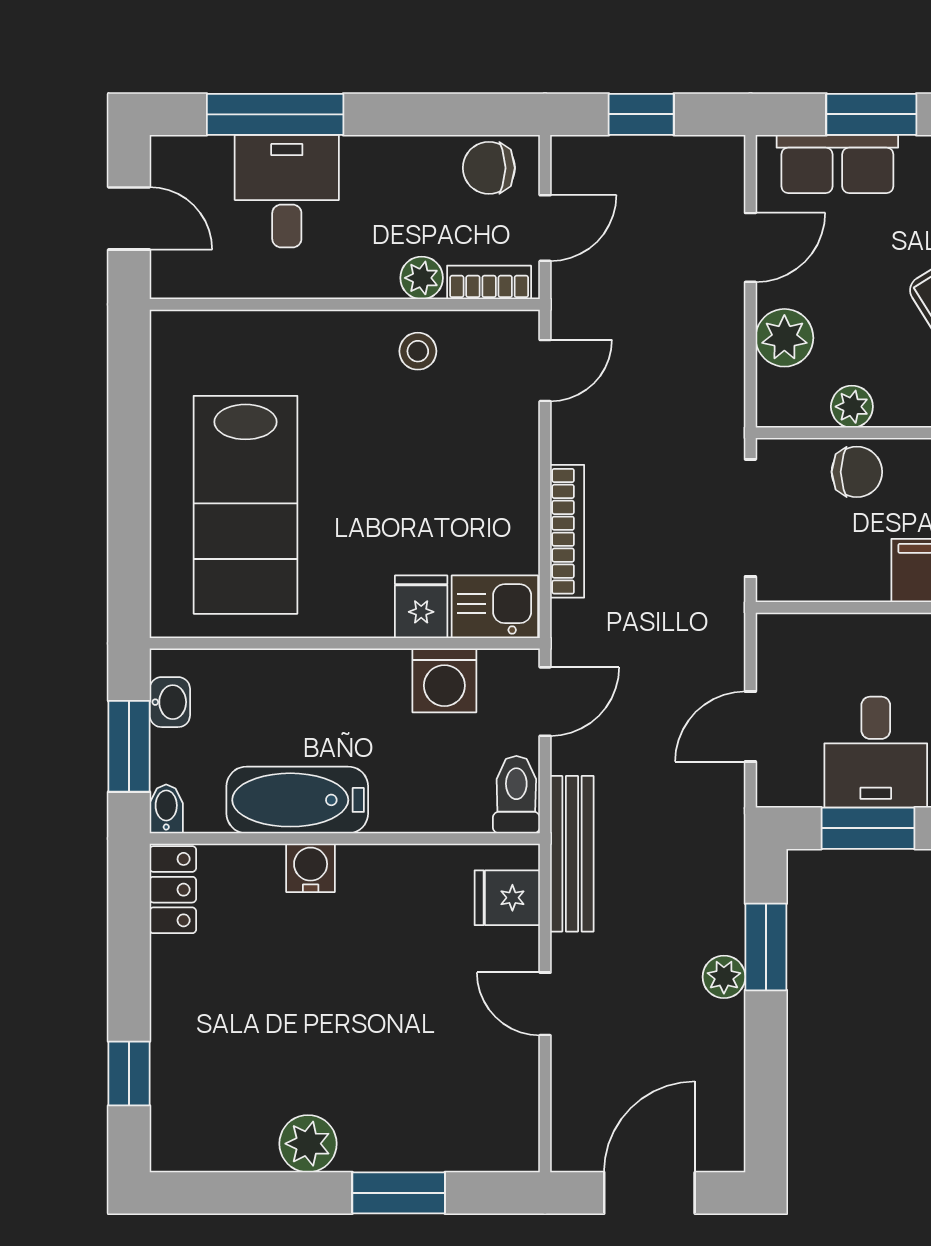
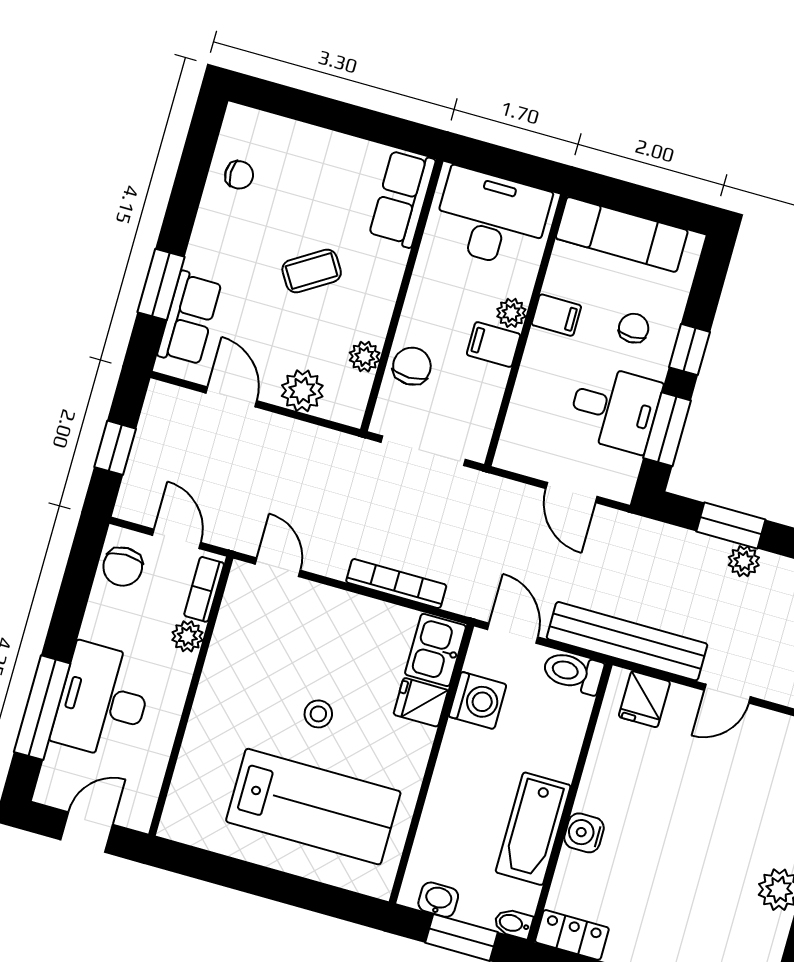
desk: (287, 191) -> (103, 701), width x1.37
stool: (418, 351) -> (318, 714), moved
bench: (572, 854) -> (627, 641), width x1.37, depth x1.21

